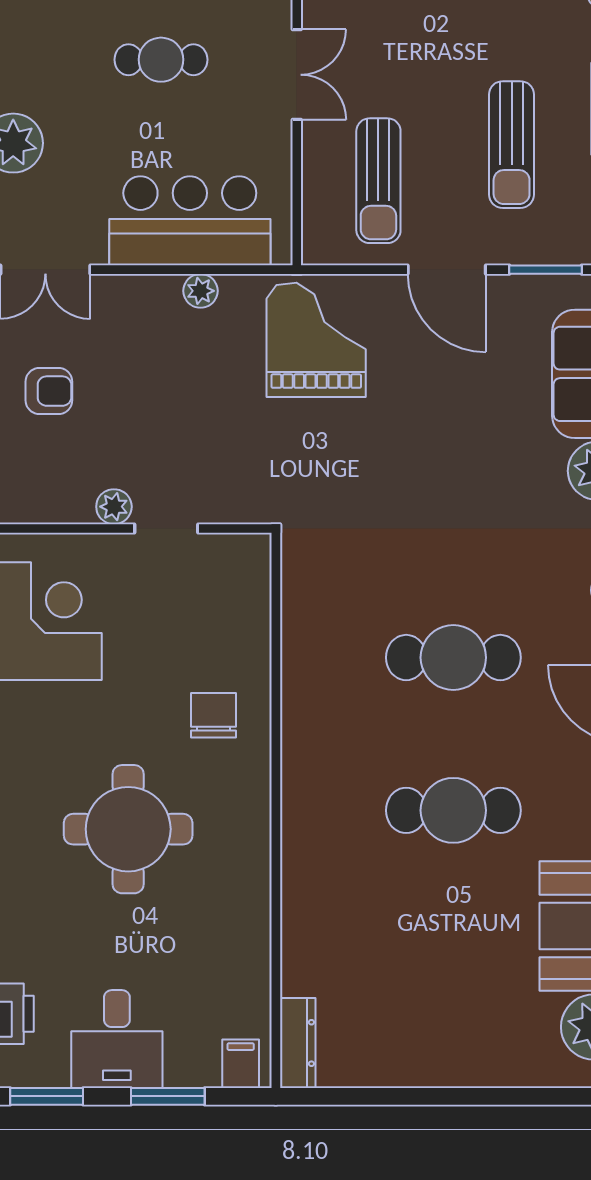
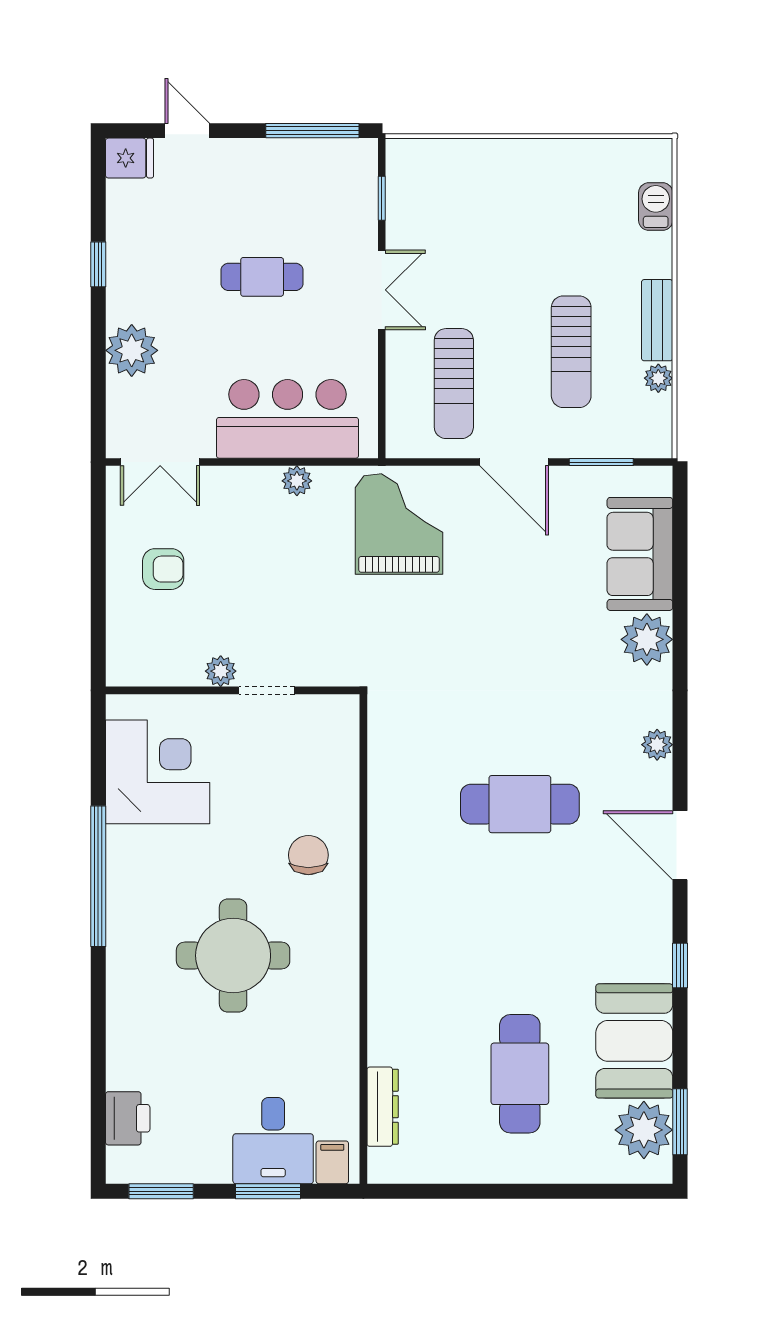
cafe table: (453, 810) -> (520, 1074), moved, turned 90
desk: (117, 1039) -> (273, 1141), moved
dresser: (298, 1043) -> (383, 1107), moved

